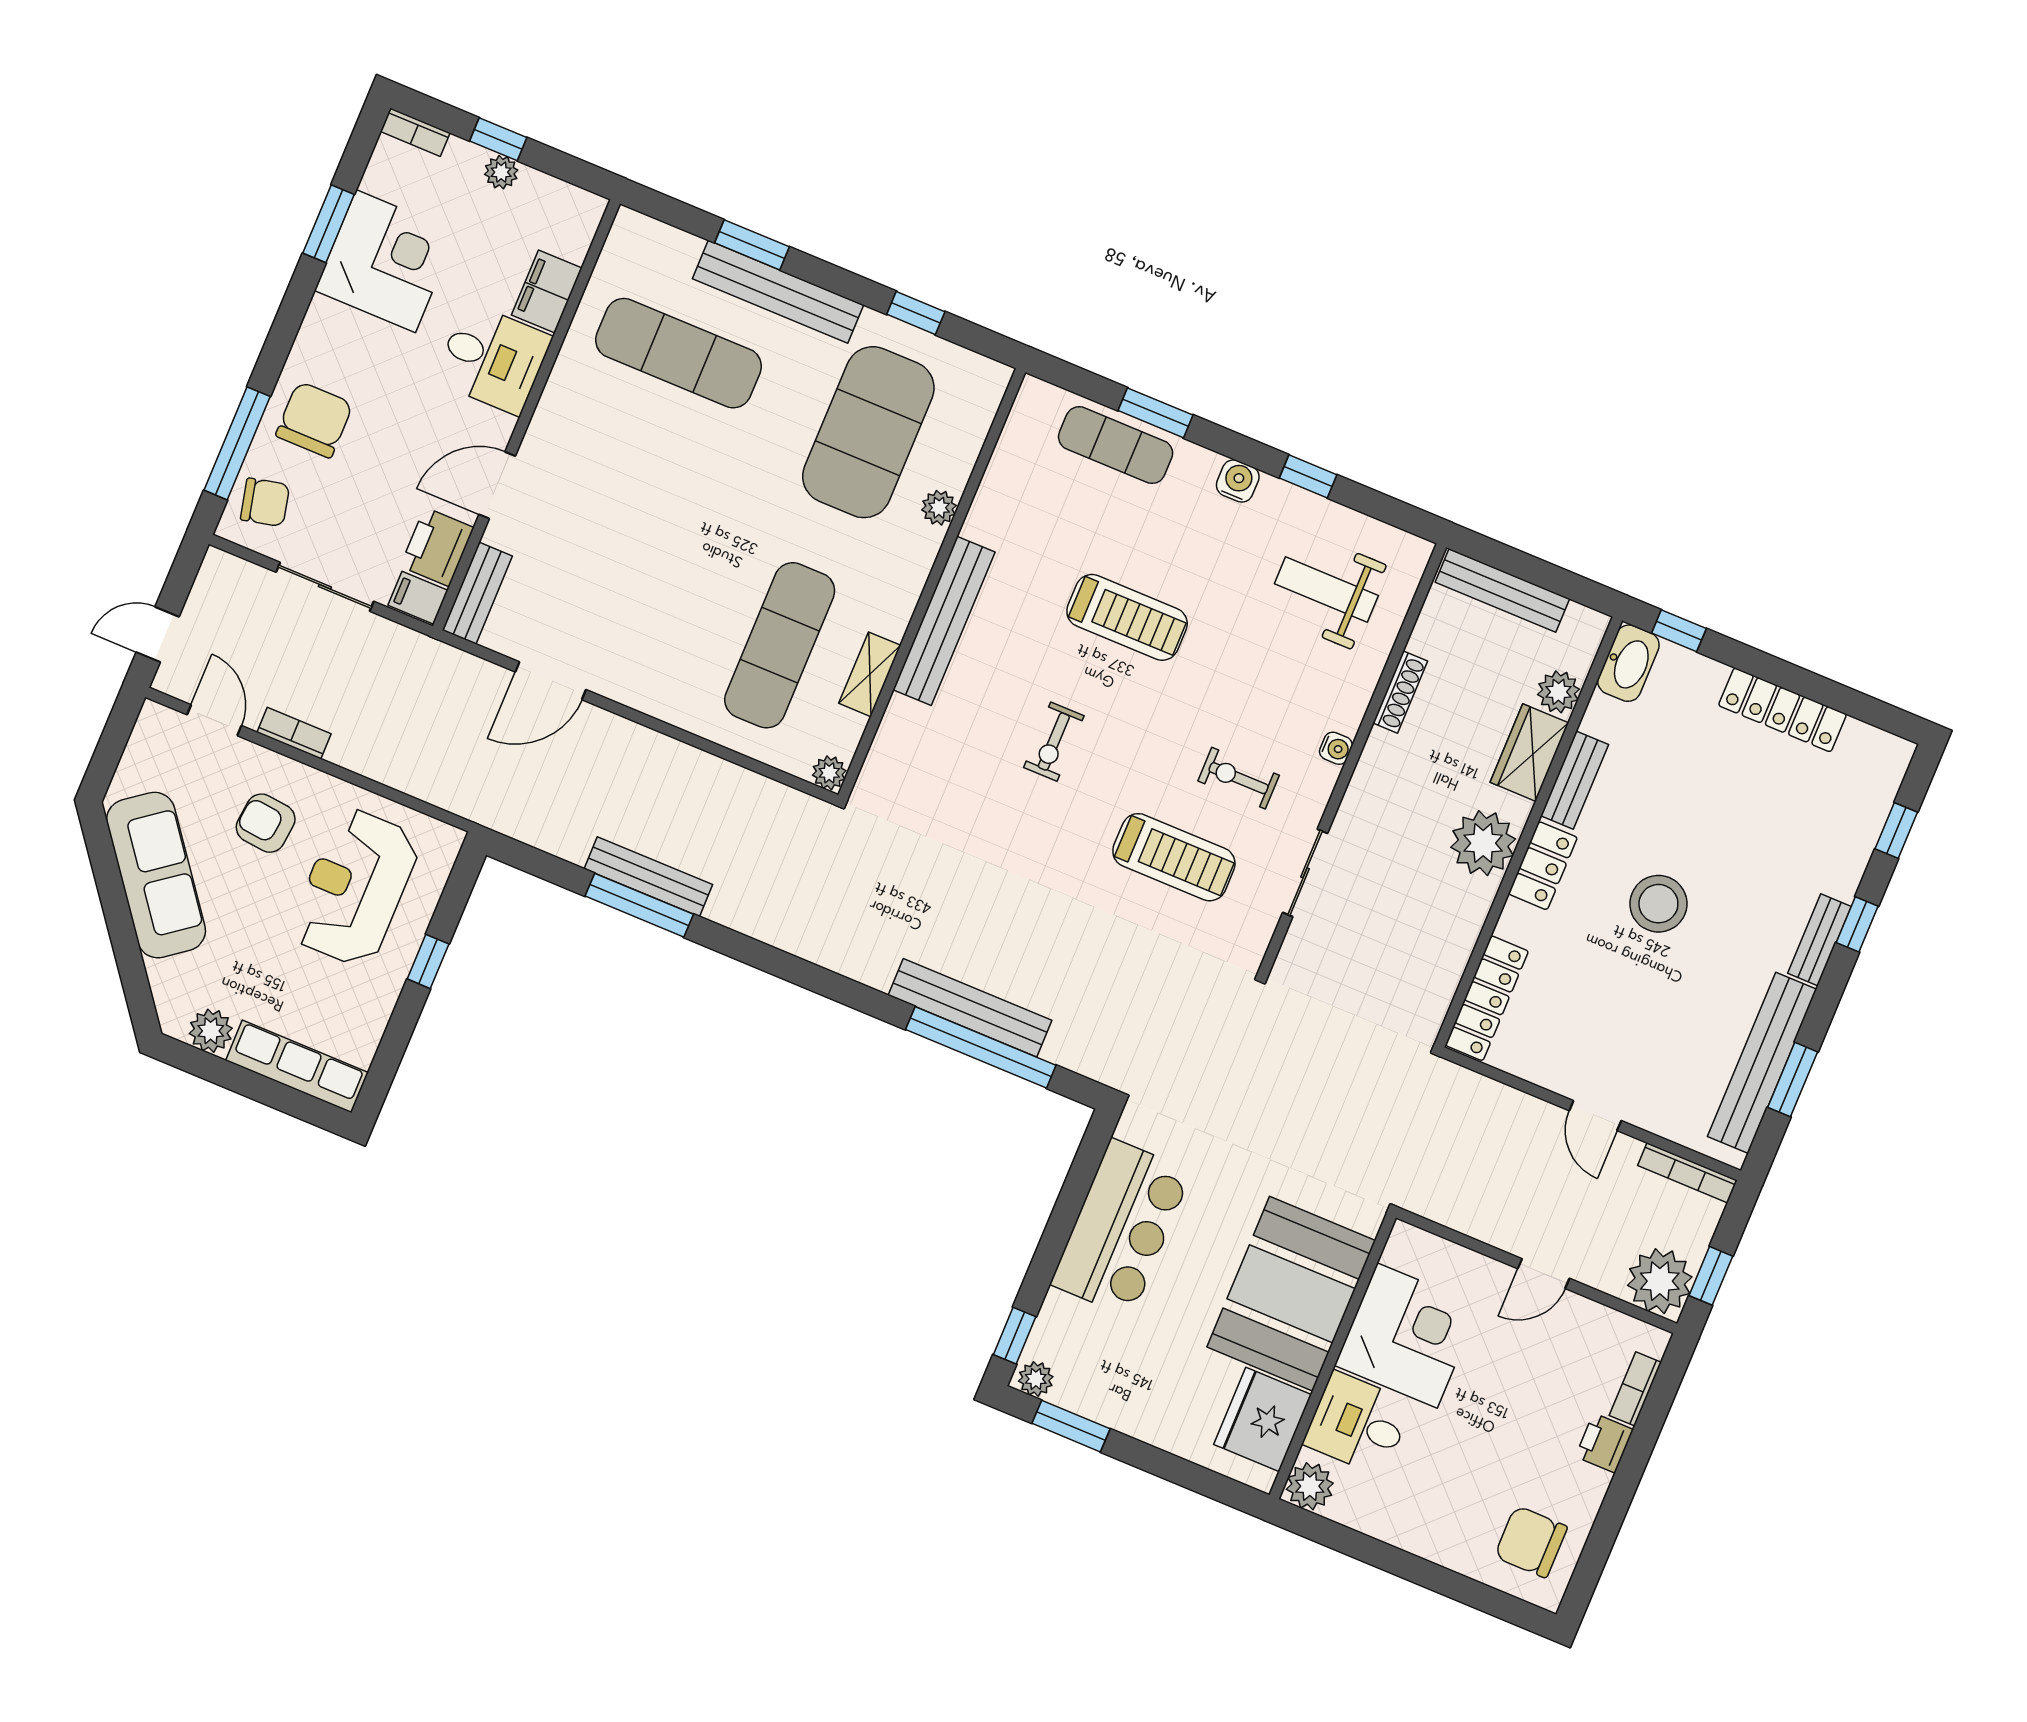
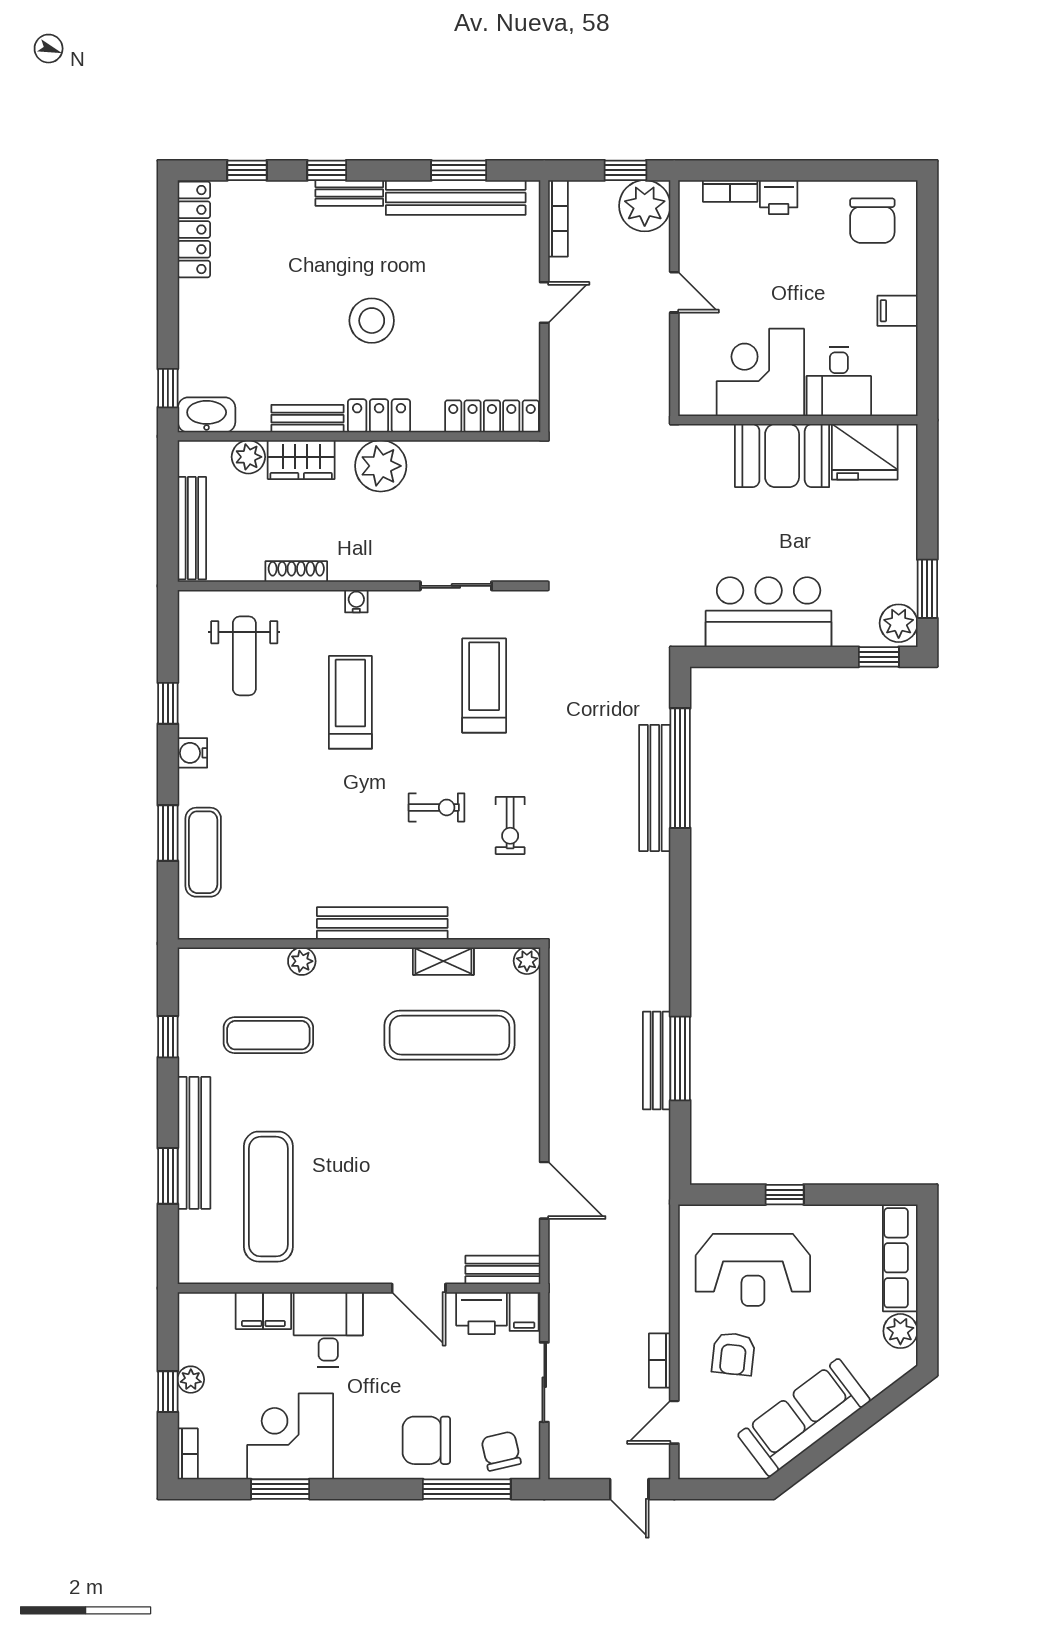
exercise mat: (868, 432) -> (268, 1035), width x0.50, depth x0.69
treadmill: (1127, 617) -> (350, 702), moved
locker: (1782, 710) -> (194, 230), moved
exercise bike: (1239, 778) -> (510, 825), moved
booth: (1291, 1294) -> (782, 456), width x0.73, depth x0.70
plant: (1036, 1379) -> (899, 623), width x1.38, depth x1.38
plant: (1310, 1486) -> (899, 398), removed
filing cabinet: (1413, 1527) -> (897, 311), added

